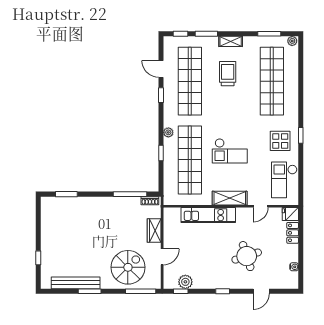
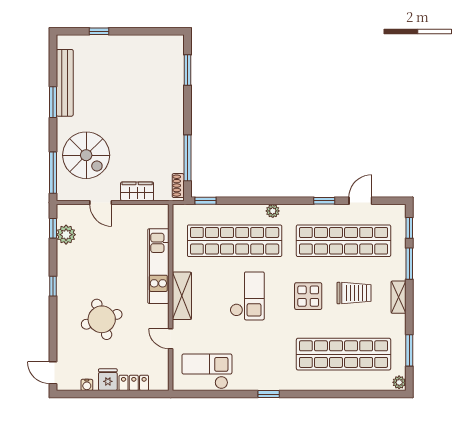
display table: (280, 141) -> (308, 296), moved
checkout: (230, 151) -> (247, 296), turned 180
window: (161, 153) -> (206, 201), moved
fridge: (290, 214) -> (108, 380), moved
door: (261, 291) -> (53, 373), moved

